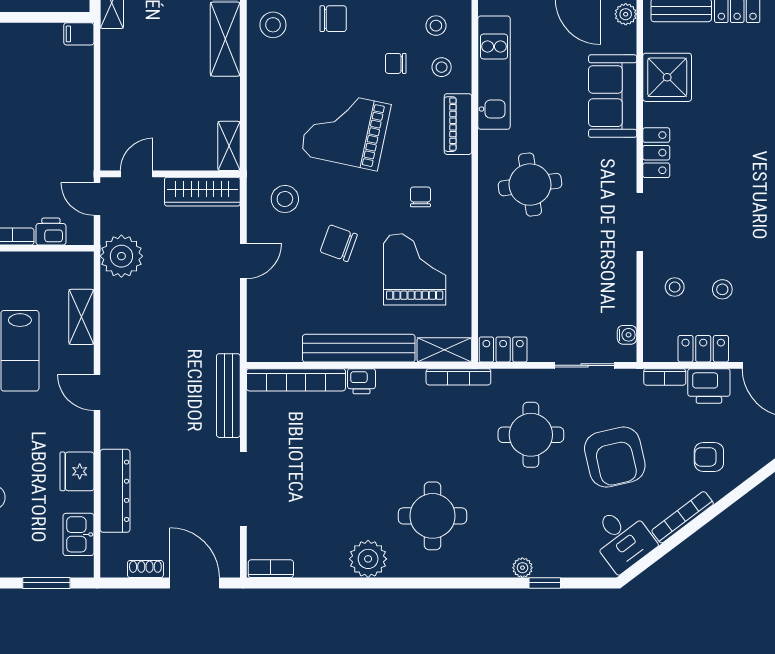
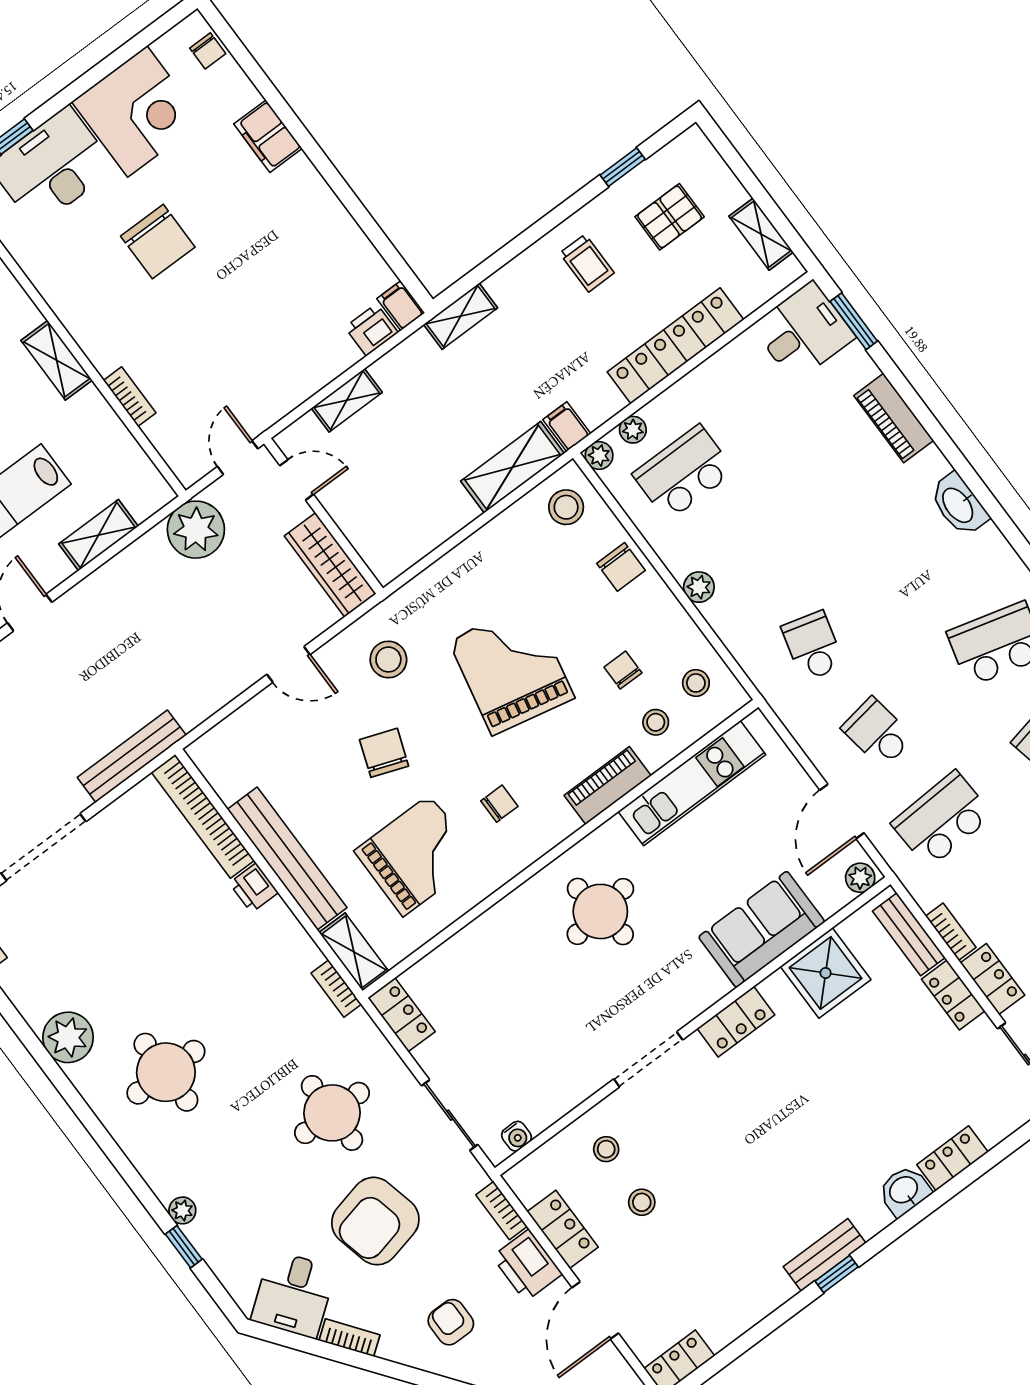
shelving: (229, 146) -> (347, 400), moved
printer: (51, 232) -> (371, 330), moved, turned -90
bookcase: (458, 377) -> (336, 989), width x0.64
bookcase: (683, 517) -> (349, 1338), width x0.64

